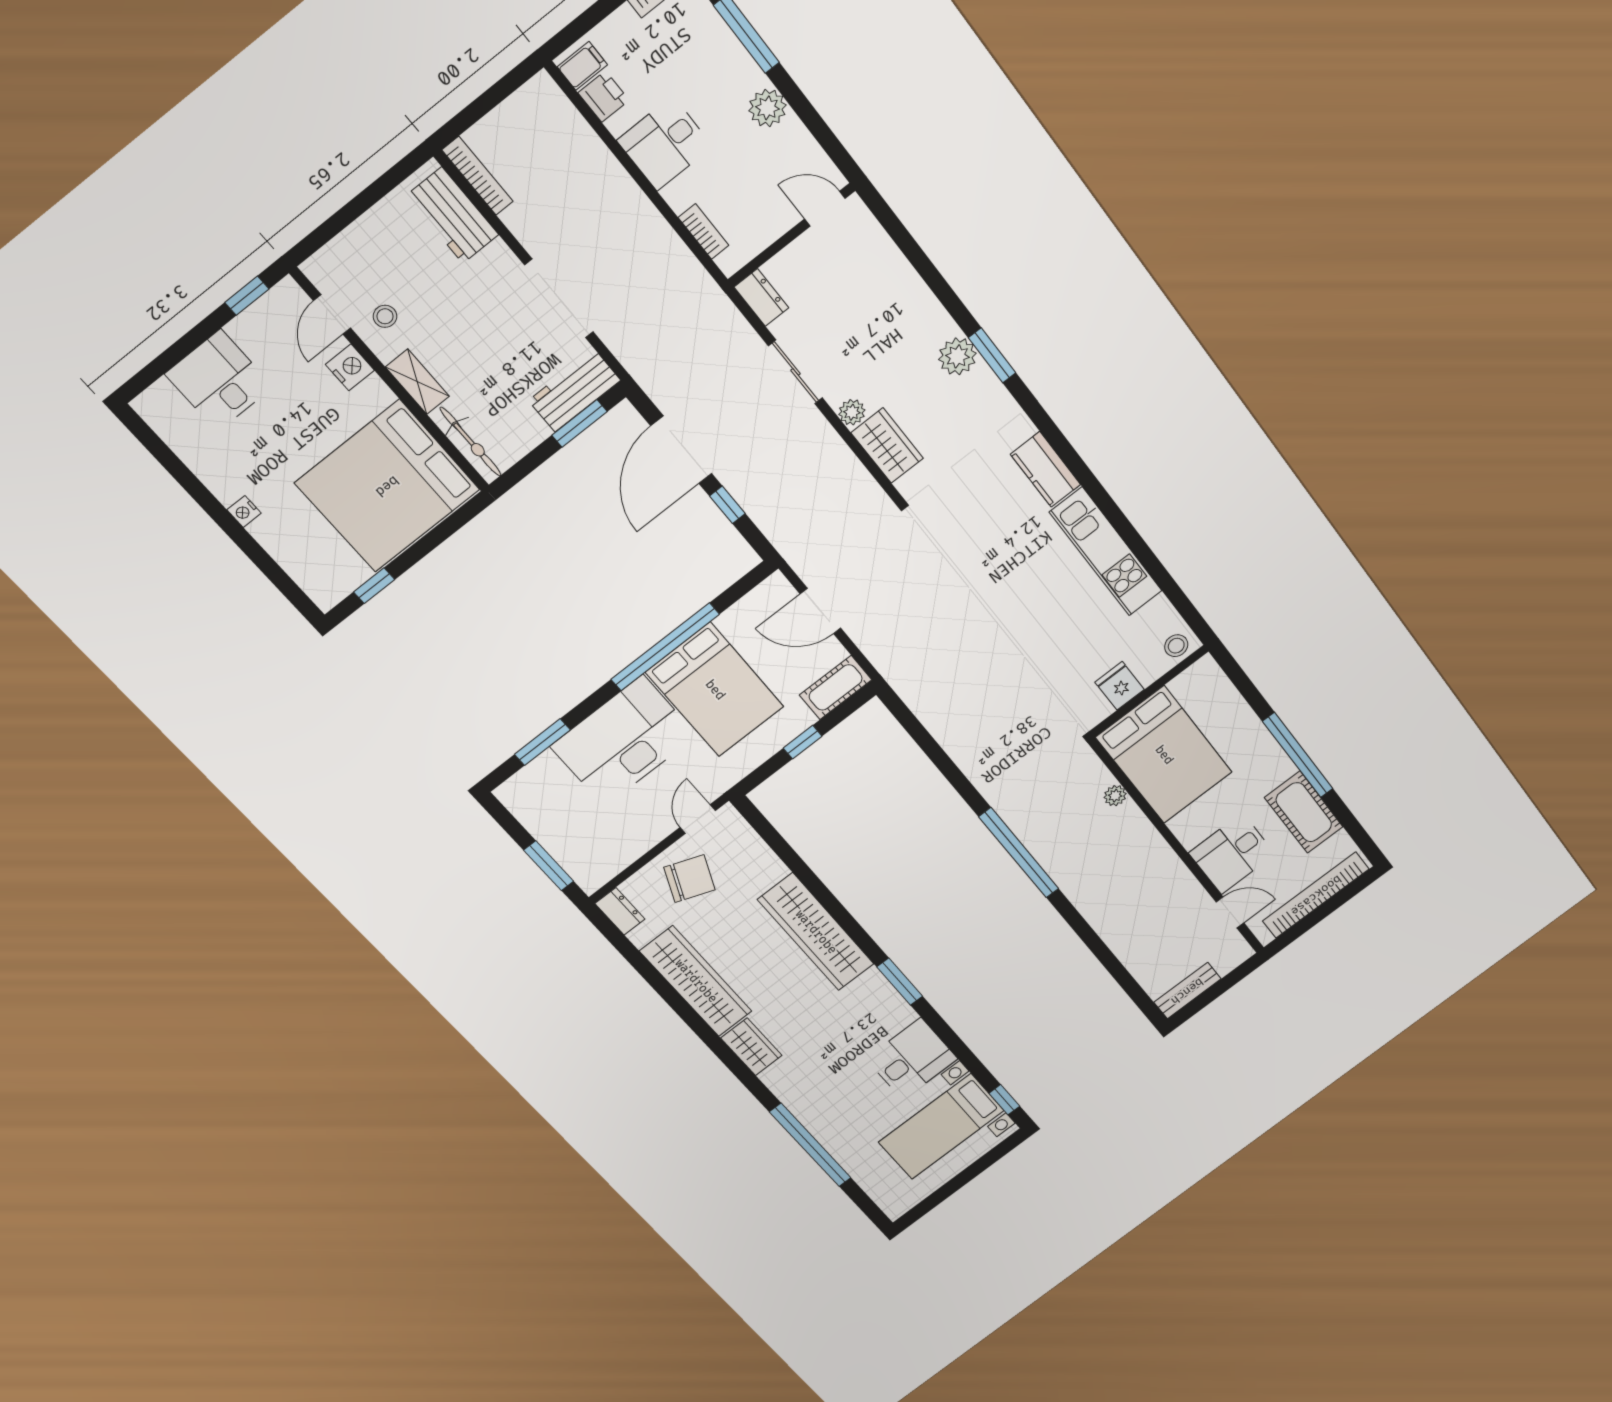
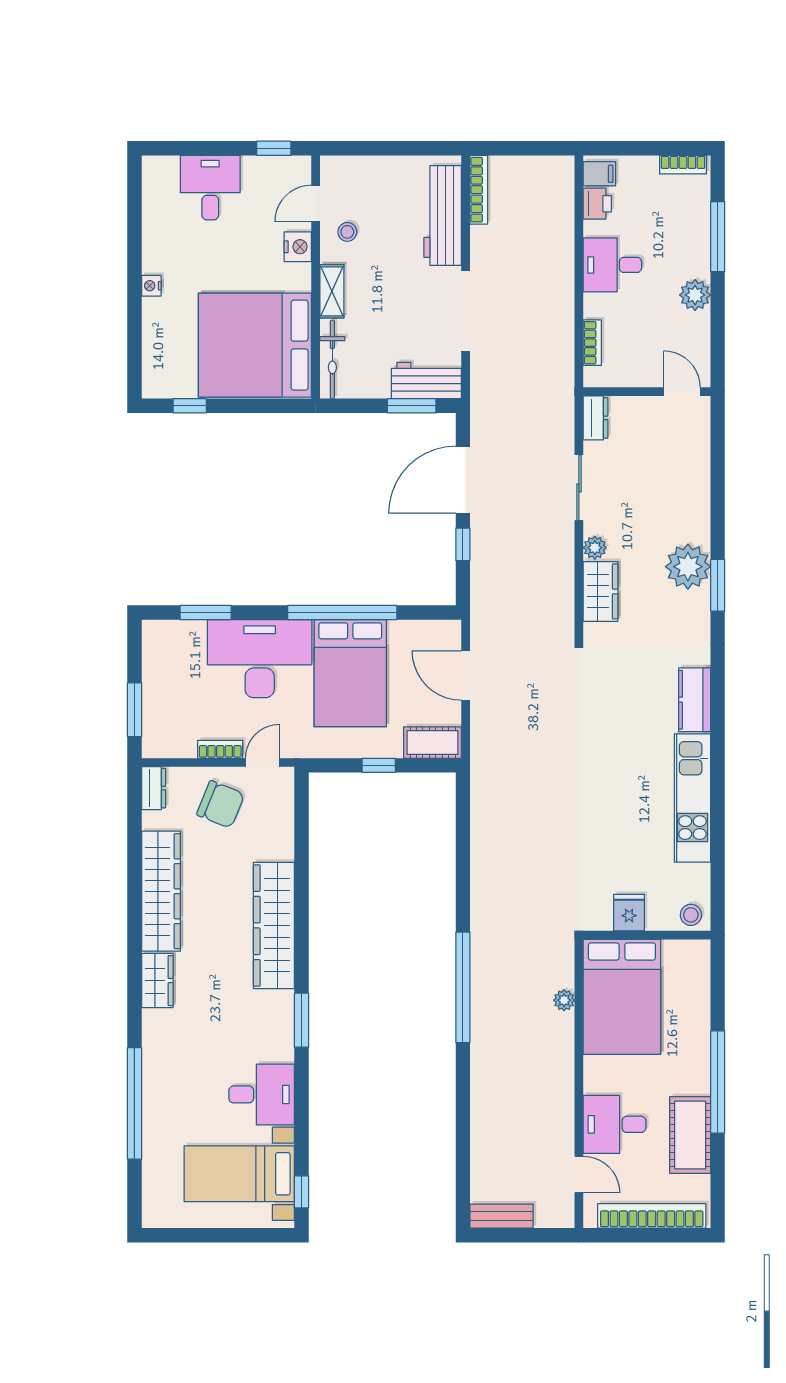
workbench: (452, 215) -> (443, 216), width x1.38
plant: (957, 356) -> (688, 567), width x1.36, depth x1.36
bookcase: (652, 838) -> (220, 749), added

